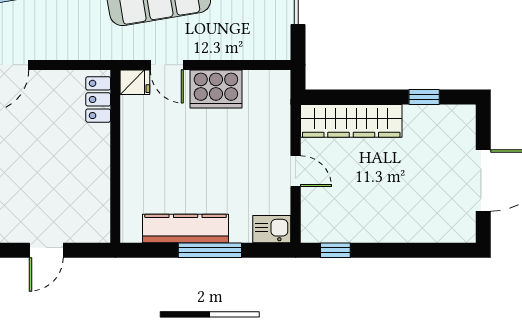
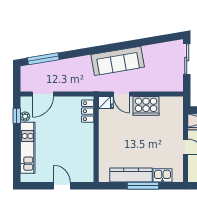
kitchen sink: (272, 229) -> (162, 175), moved
door: (46, 250) -> (62, 186), swing flipped

